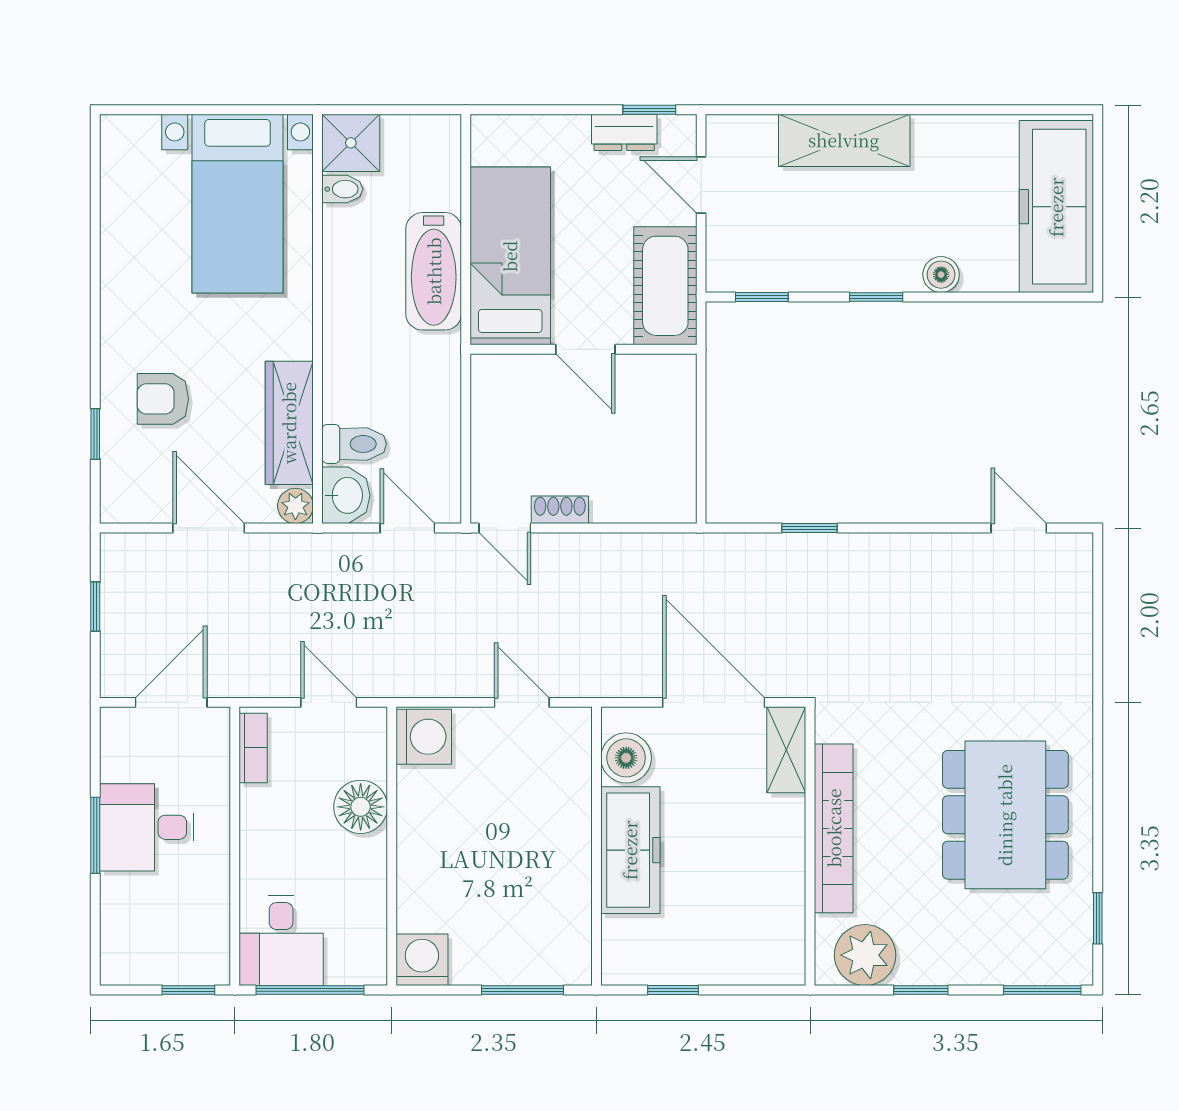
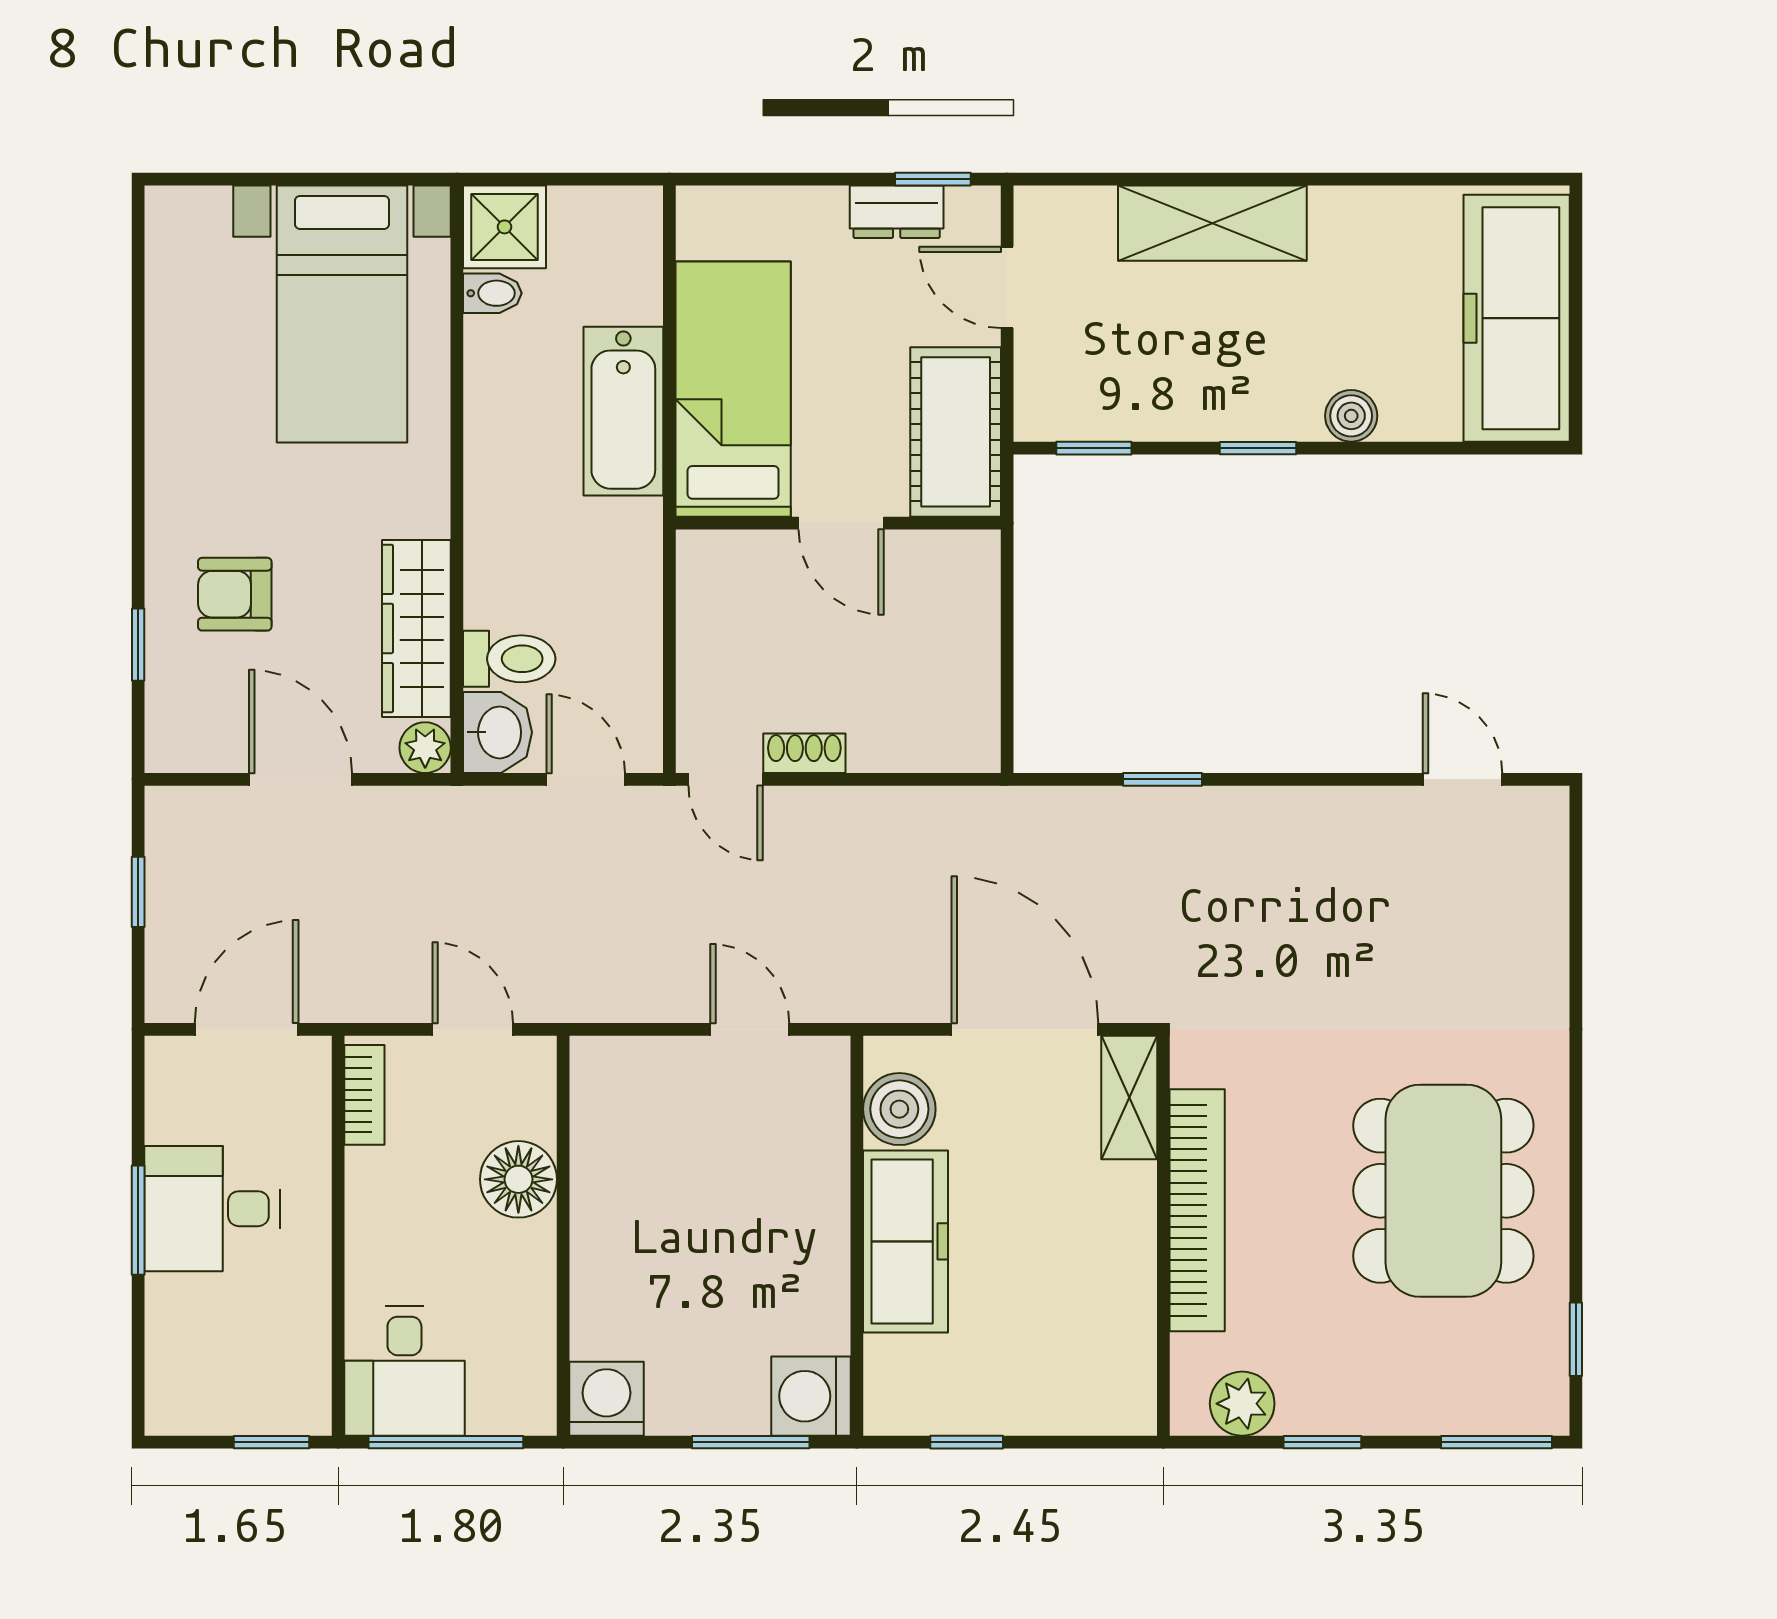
washing machine: (424, 737) -> (811, 1396), moved, turned 180
plant: (865, 955) -> (1242, 1404), width x0.73, depth x0.73

